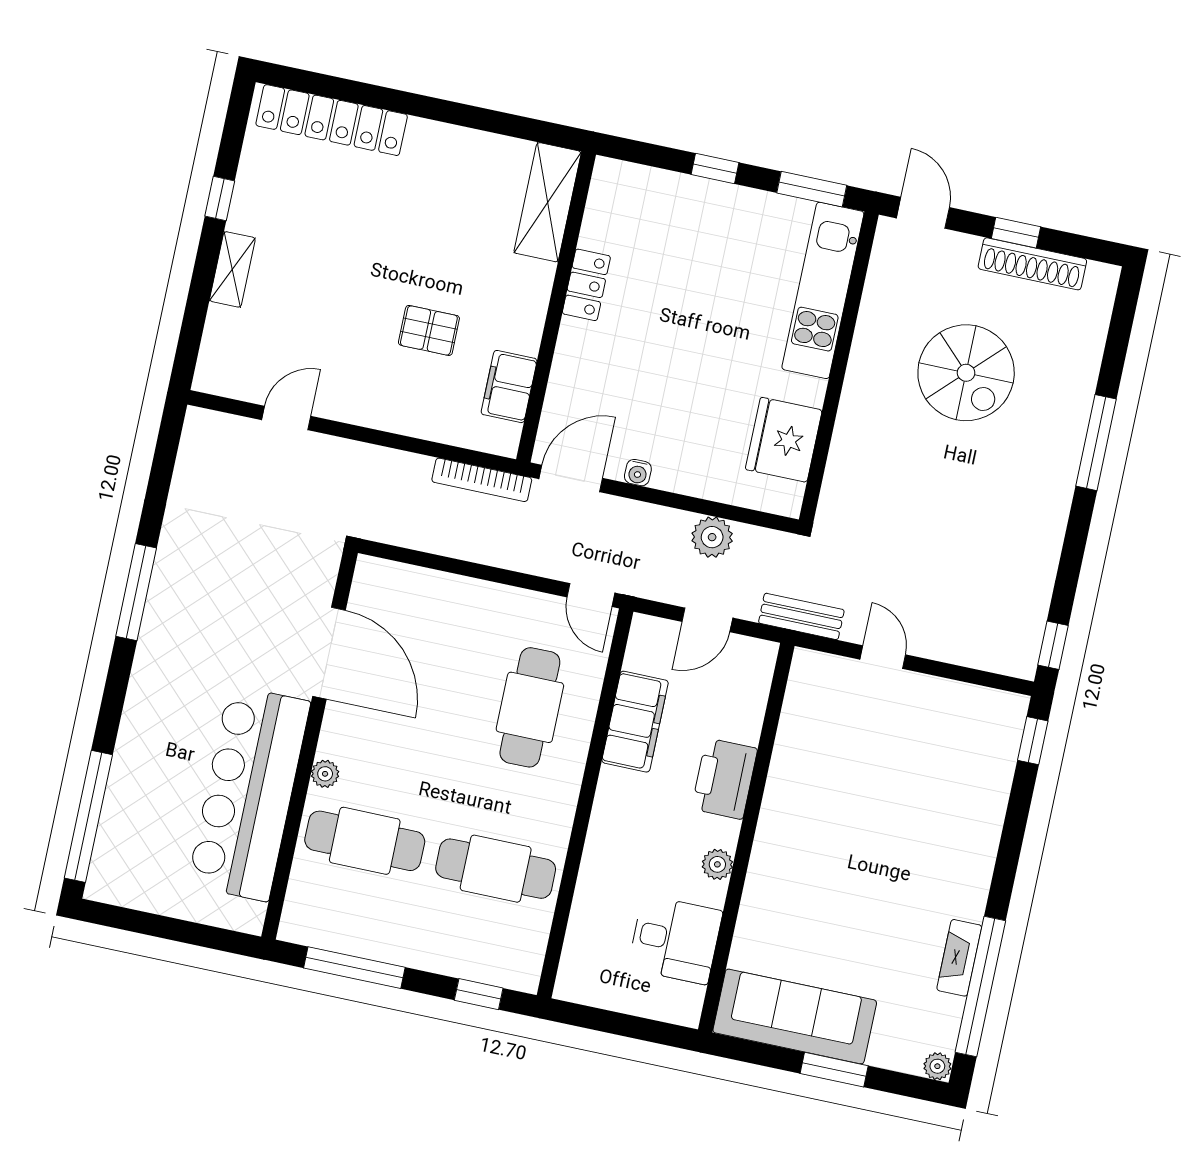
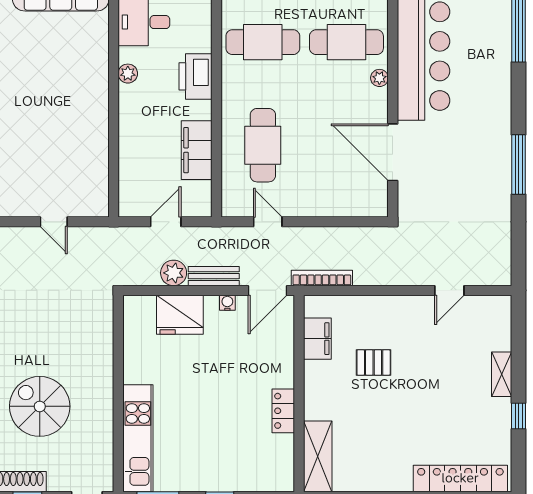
fridge: (784, 440) -> (180, 315), moved, turned 90
door: (591, 595) -> (268, 222), moved
bench: (801, 616) -> (214, 276), moved
printer: (724, 779) -> (196, 76), moved, turned 180

